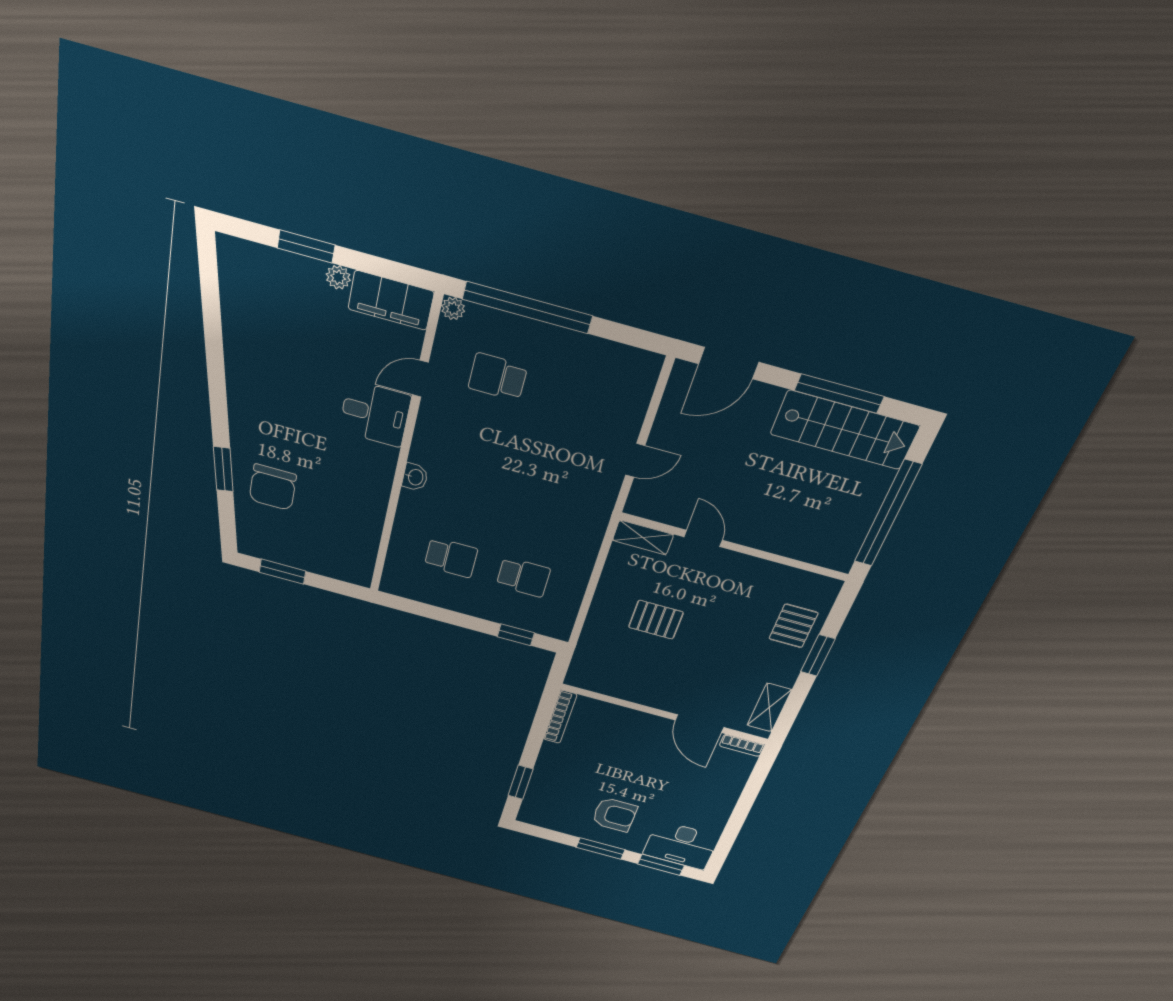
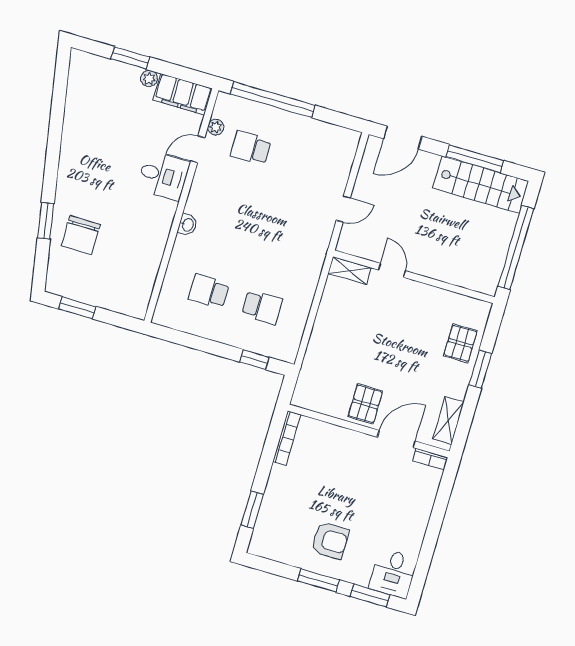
plant: (453, 308) -> (216, 127), moved
school desk: (451, 557) -> (209, 291), turned 180
pallet: (656, 620) -> (365, 404), moved, turned 90
door: (700, 724) -> (396, 439), swing flipped
desk: (681, 845) -> (393, 573), width x0.73

